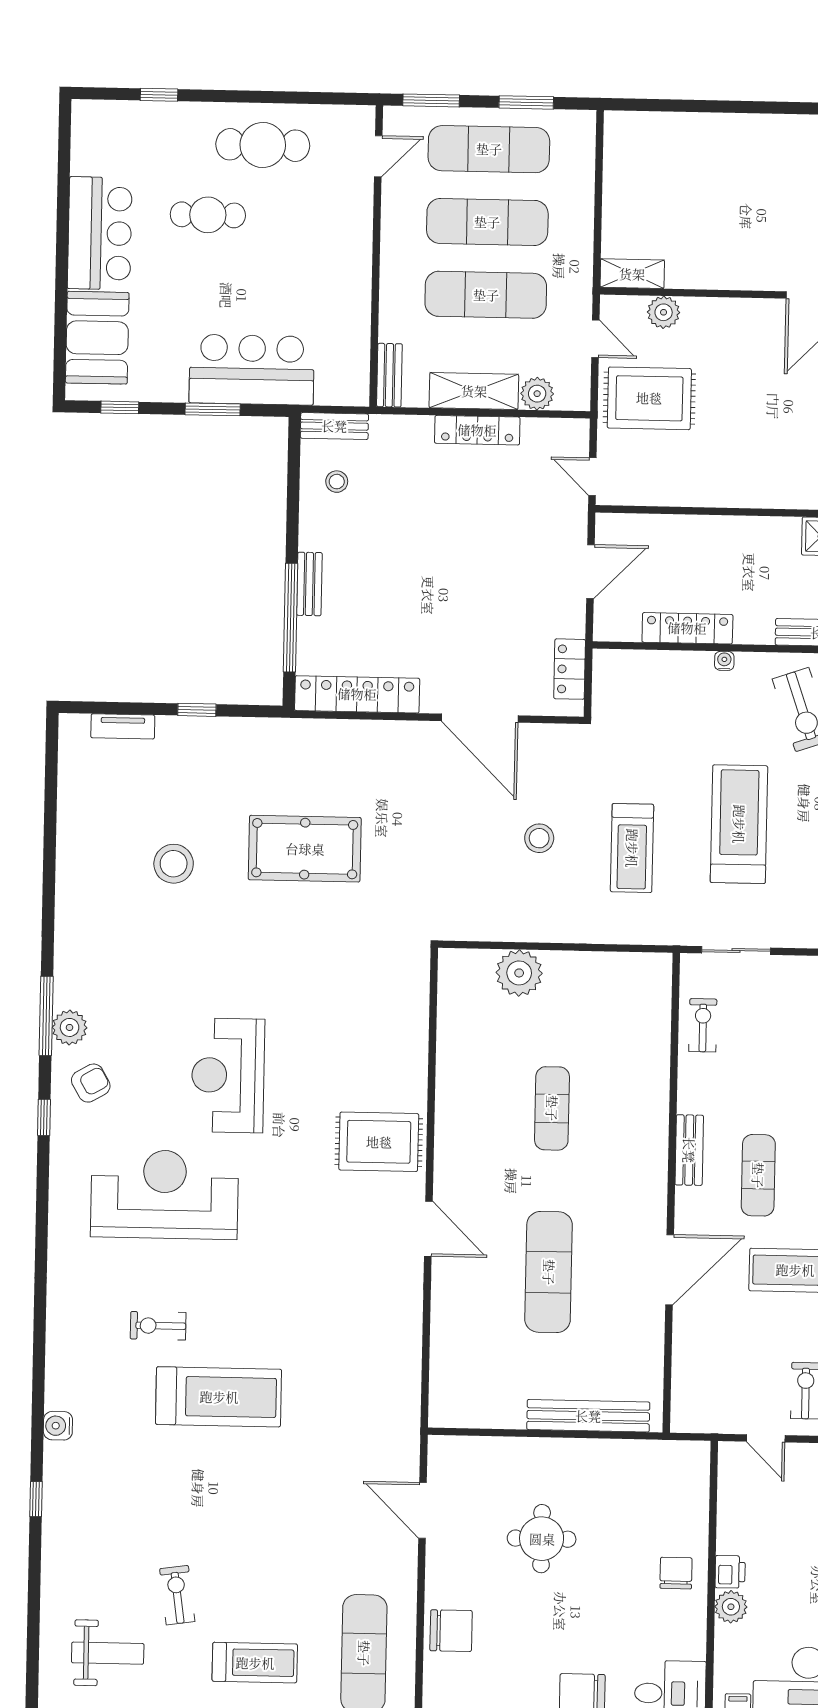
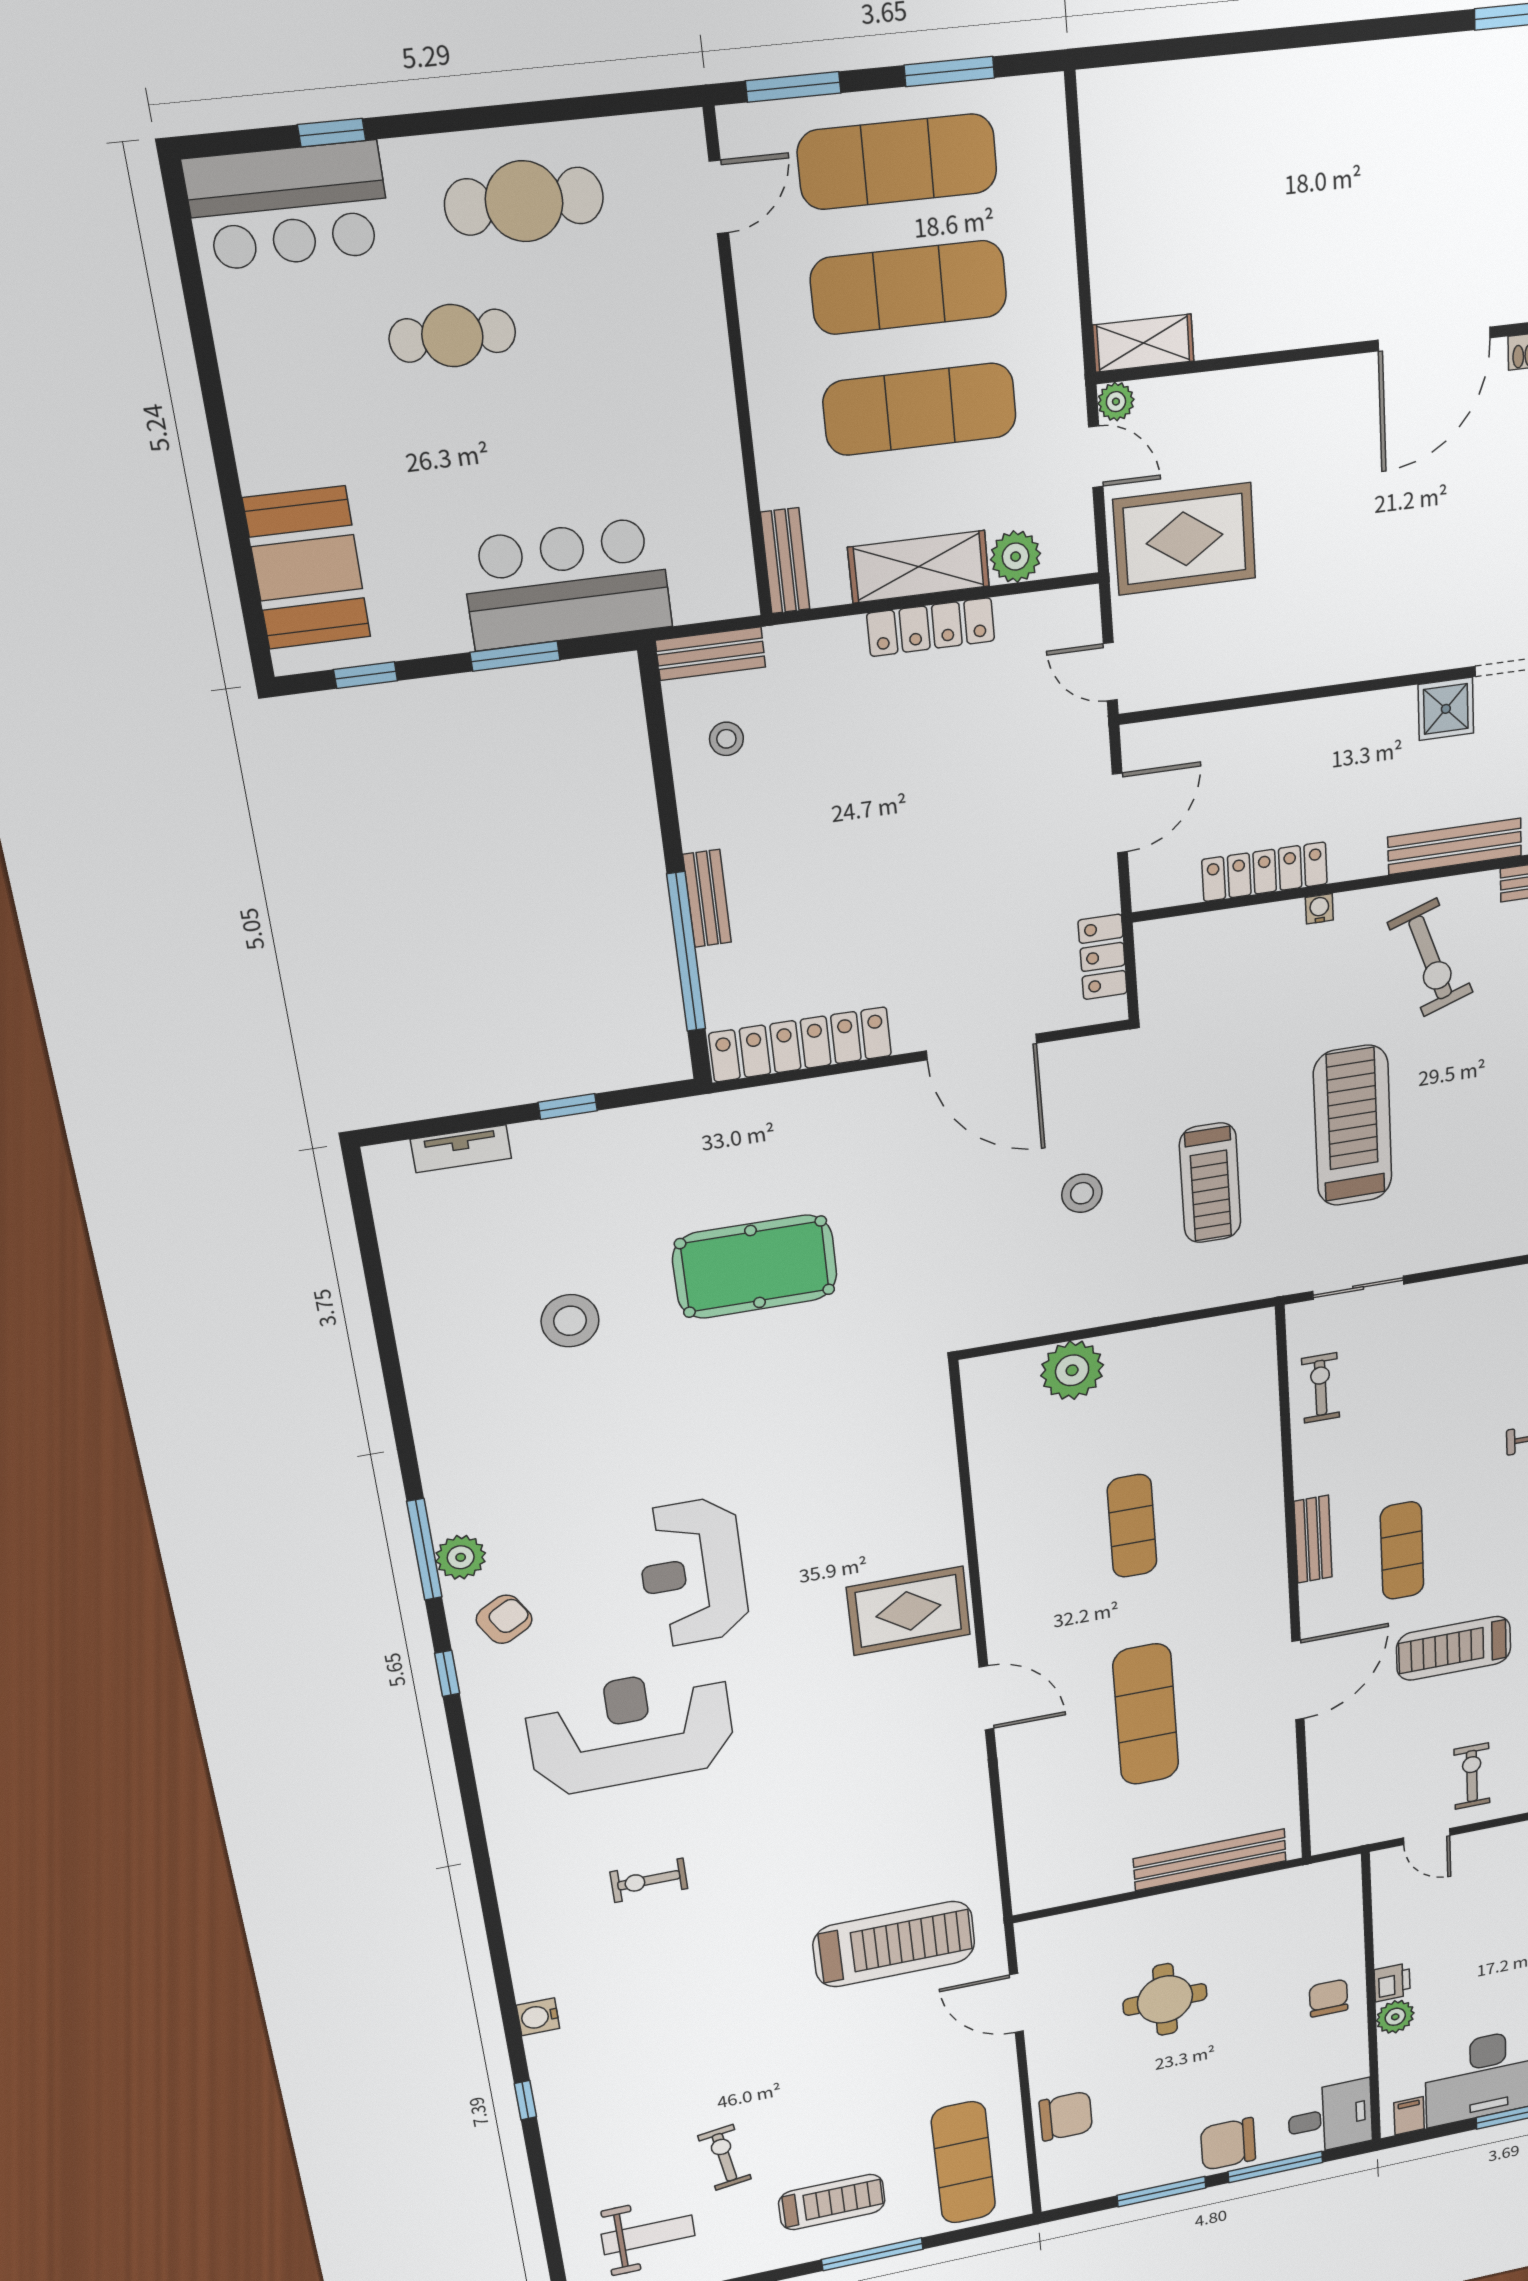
bar counter: (100, 233) -> (289, 206), moved, turned 90
plant: (664, 312) -> (1116, 402), moved, width x0.73, depth x0.73
treadmill: (219, 1397) -> (894, 1944), moved

